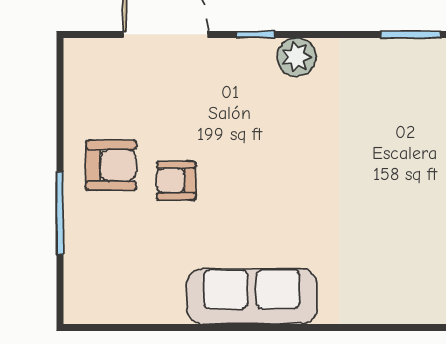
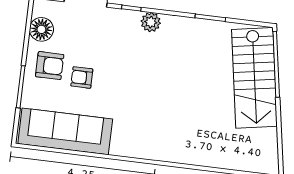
floor lamp: (87, 97) -> (41, 29), added
sofa: (252, 296) -> (65, 131), moved, width x1.36, depth x1.27

